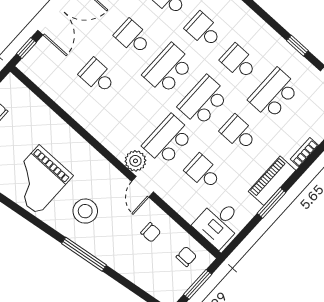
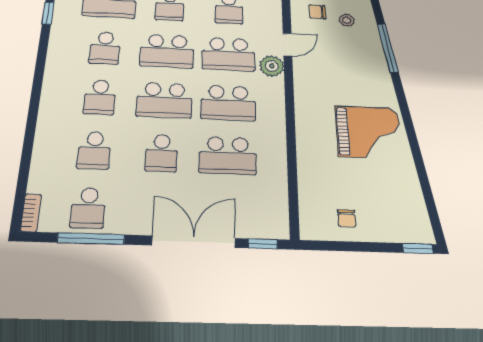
school desk: (97, 76) -> (228, 155), width x1.85
school desk: (133, 108) -> (228, 103), added
stool: (85, 211) -> (347, 20), moved, width x0.53, depth x0.53
chair: (151, 232) -> (317, 12), turned -90

